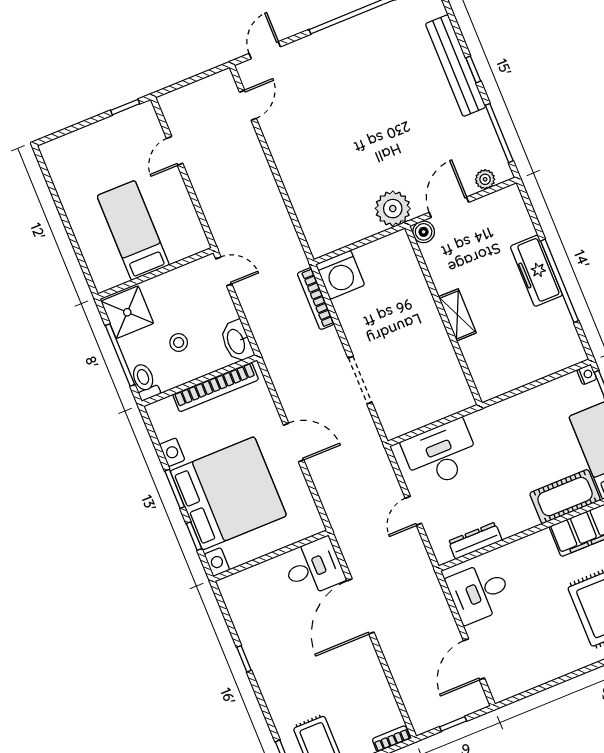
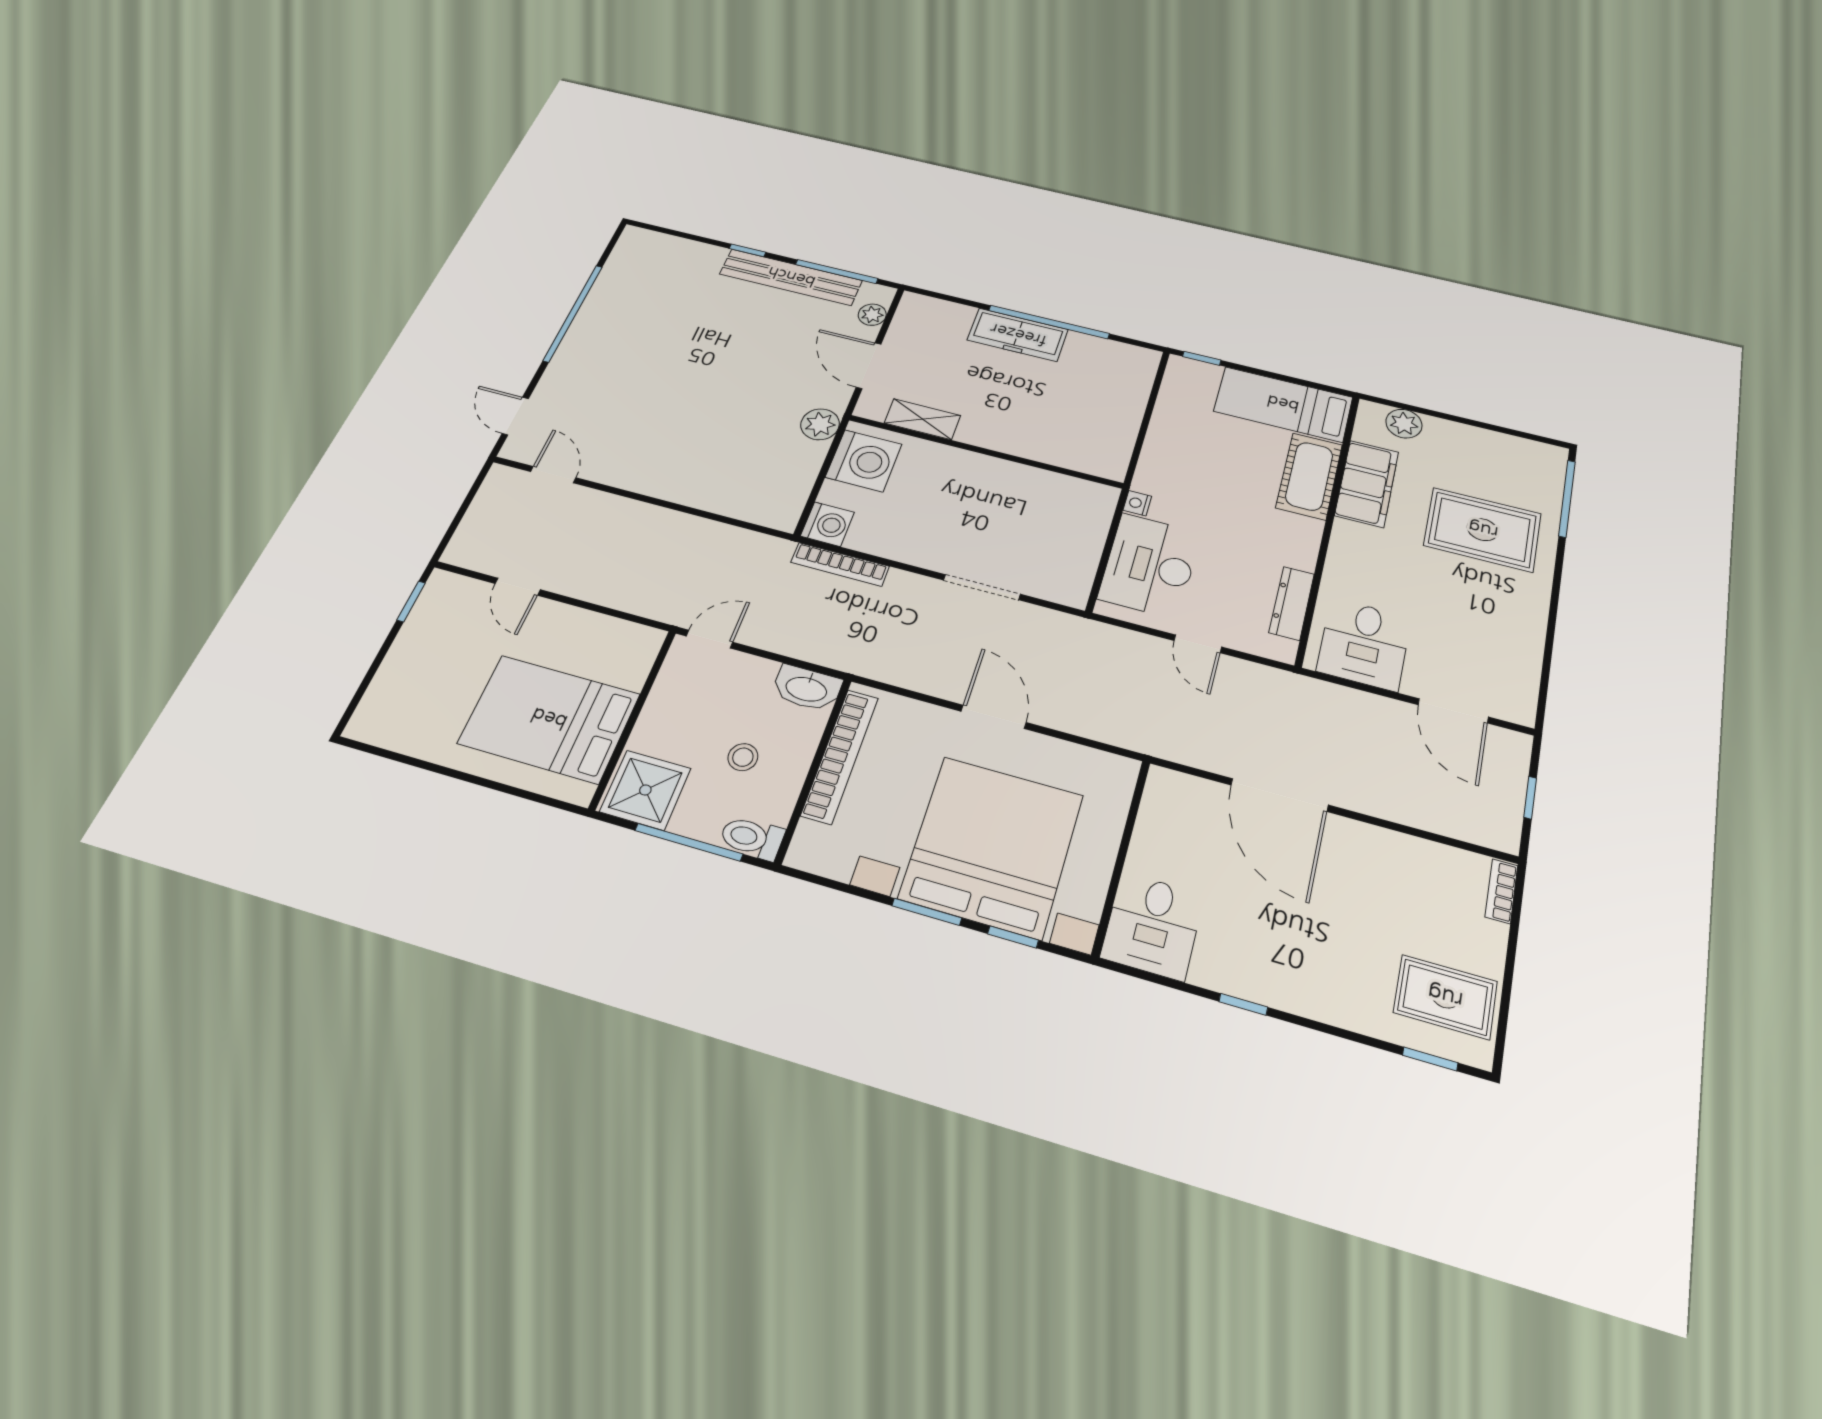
bench: (456, 66) -> (791, 277), moved
plant: (393, 209) -> (820, 424), width x0.73, depth x0.73
bed: (133, 230) -> (549, 719), width x1.50
boiler: (424, 232) -> (871, 406), removed
washing machine: (386, 257) -> (864, 461), added
washing machine: (340, 275) -> (827, 524), width x0.73, depth x0.73
shelving: (457, 315) -> (922, 419), moved
nightstand: (587, 374) -> (1137, 503), moved, turned -90
door: (294, 443) -> (994, 717), hinge flipped
desk: (313, 567) -> (1153, 926), moved, turned 180

